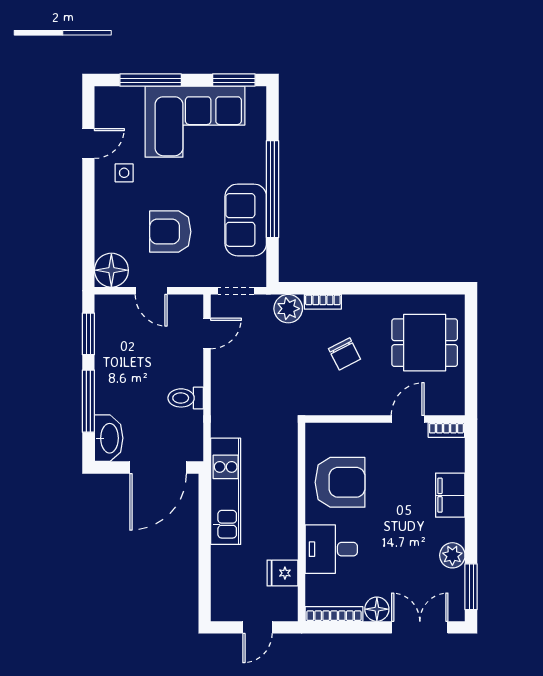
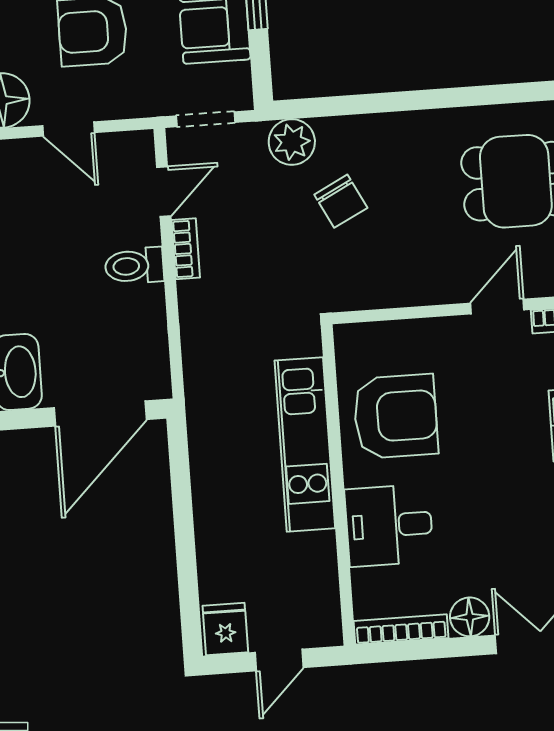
bookcase: (323, 302) -> (186, 249), moved, turned -90
chair: (345, 354) -> (341, 201), moved
toilet: (186, 398) -> (134, 266), moved
kitchen unit: (226, 491) -> (305, 444), moved, turned 180
fridge: (282, 573) -> (225, 629), moved, turned 90

